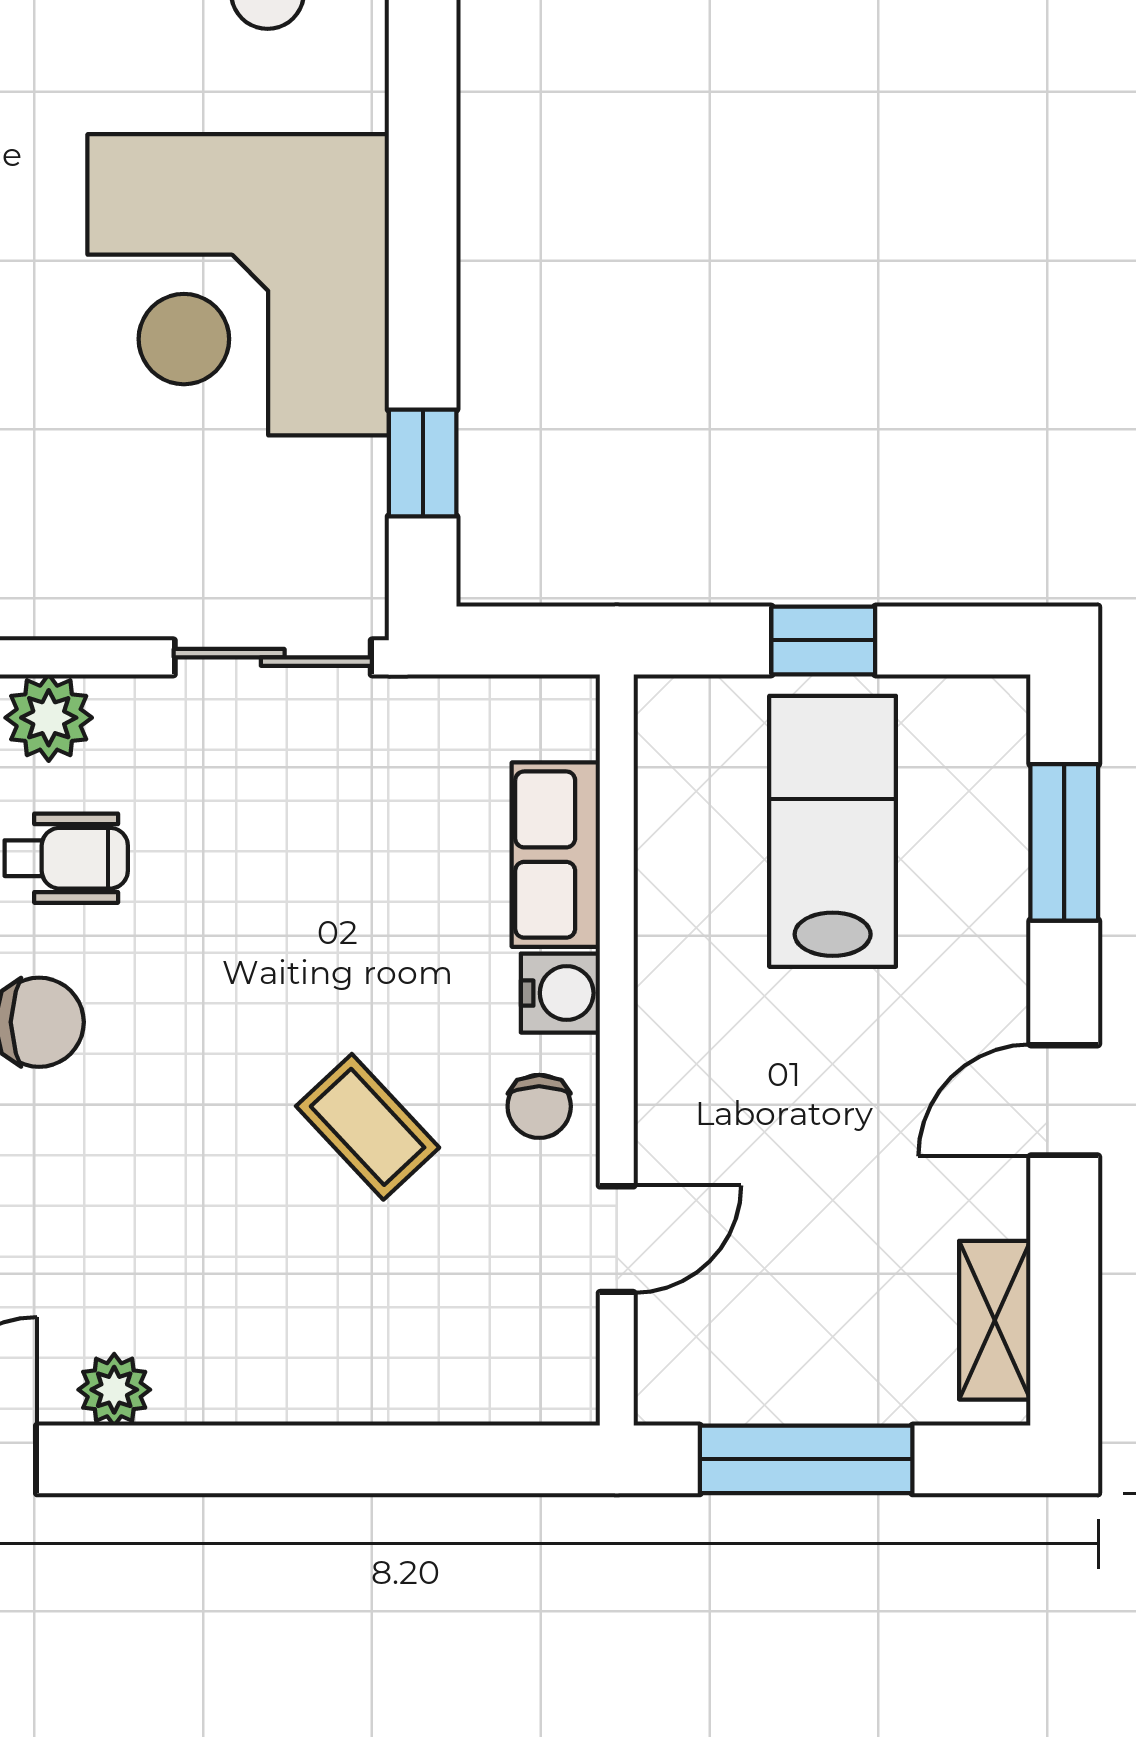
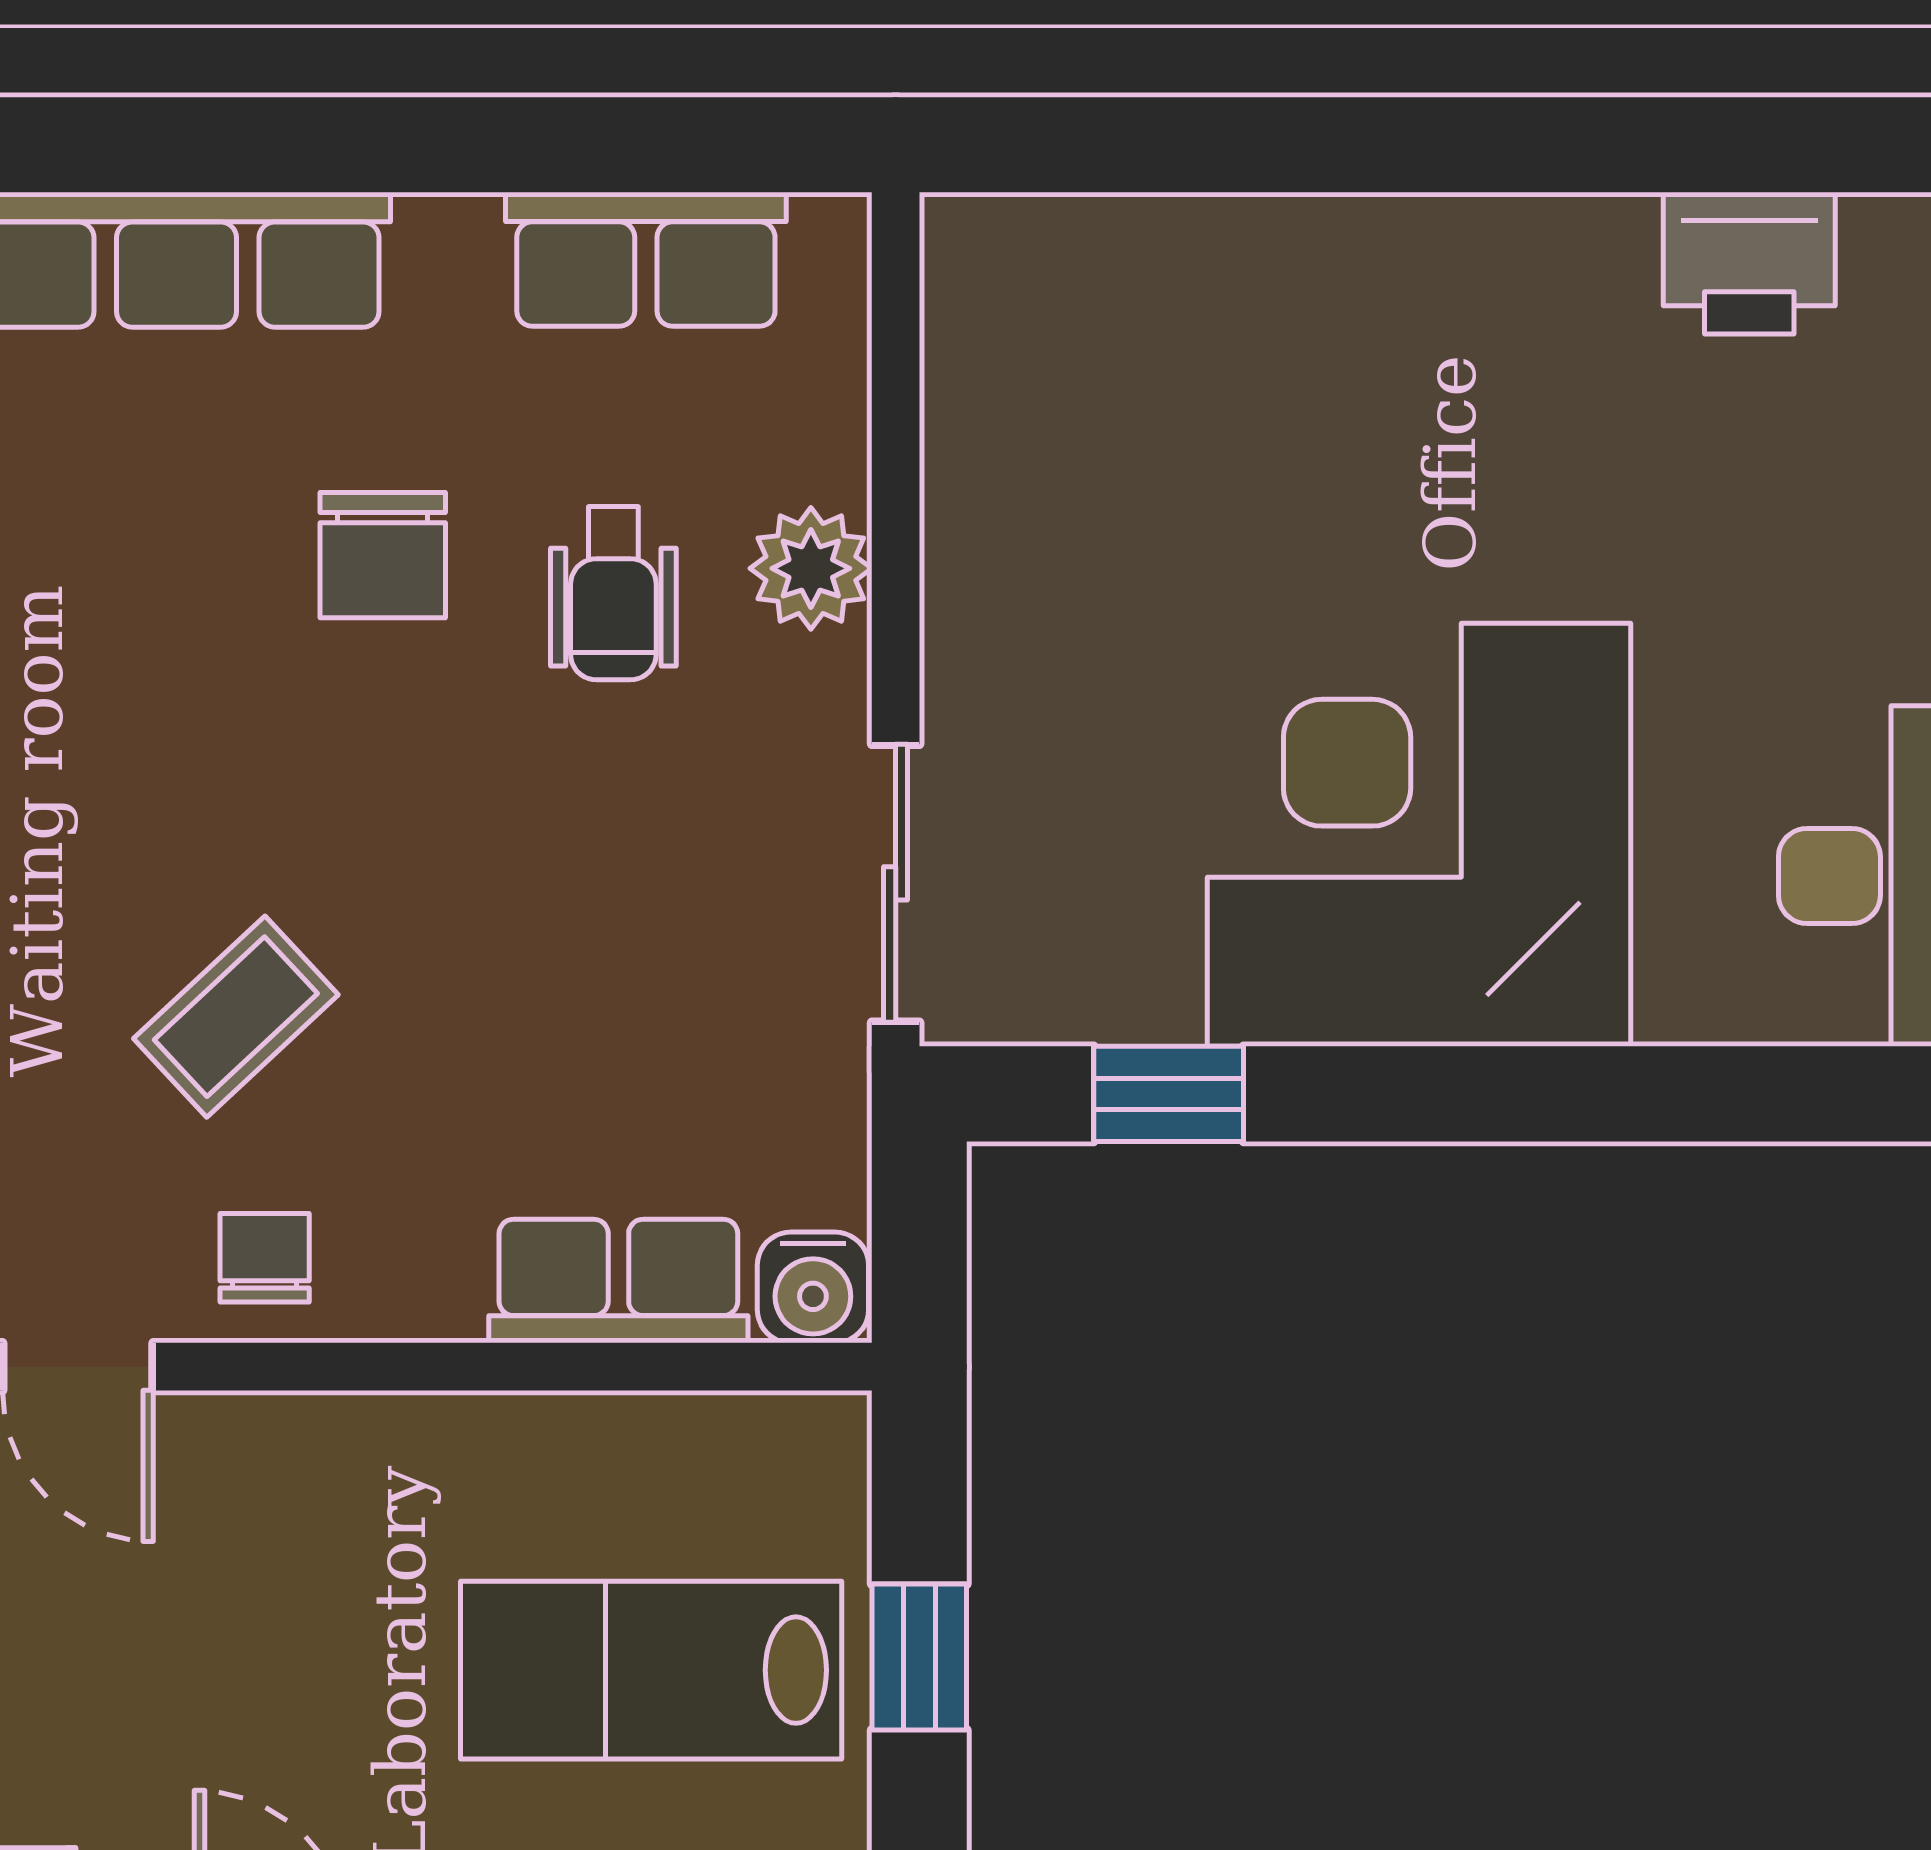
lab bench: (833, 831) -> (651, 1670), turned 180
water cooler: (560, 993) -> (813, 1287), moved
chair: (539, 1106) -> (265, 1258), turned 90

